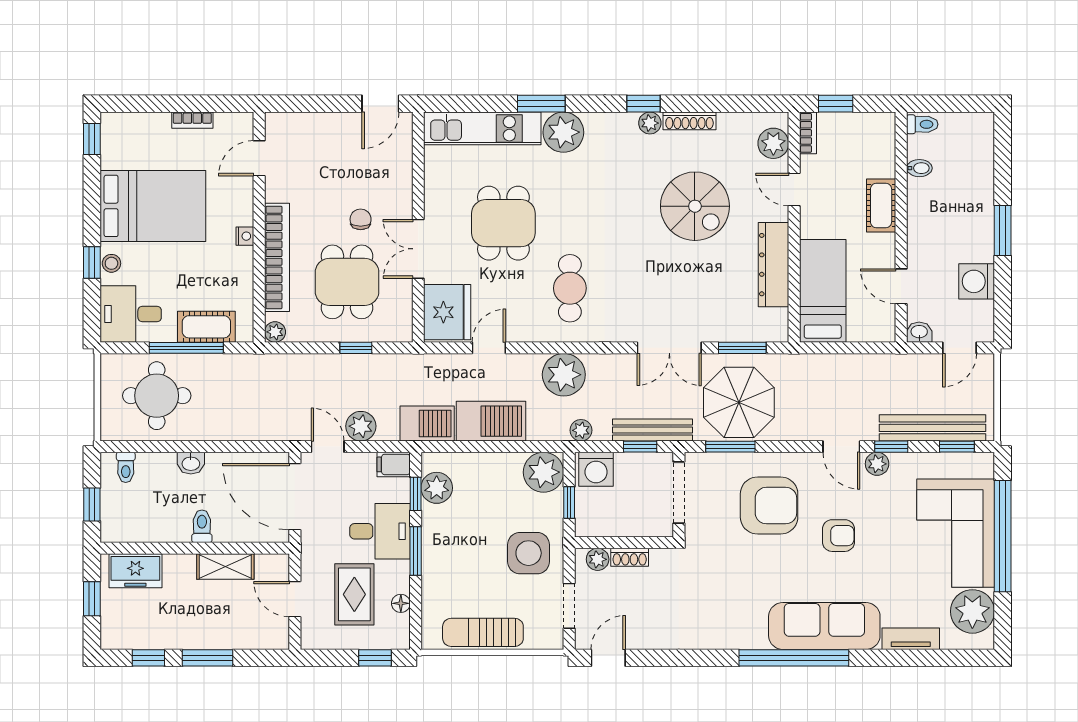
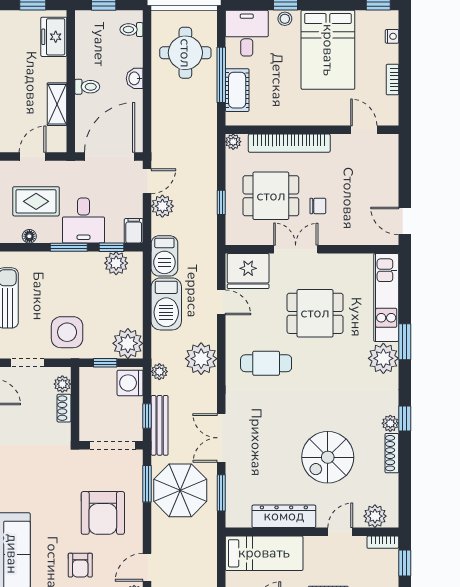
nightstand: (245, 236) -> (392, 36), moved, turned -90

